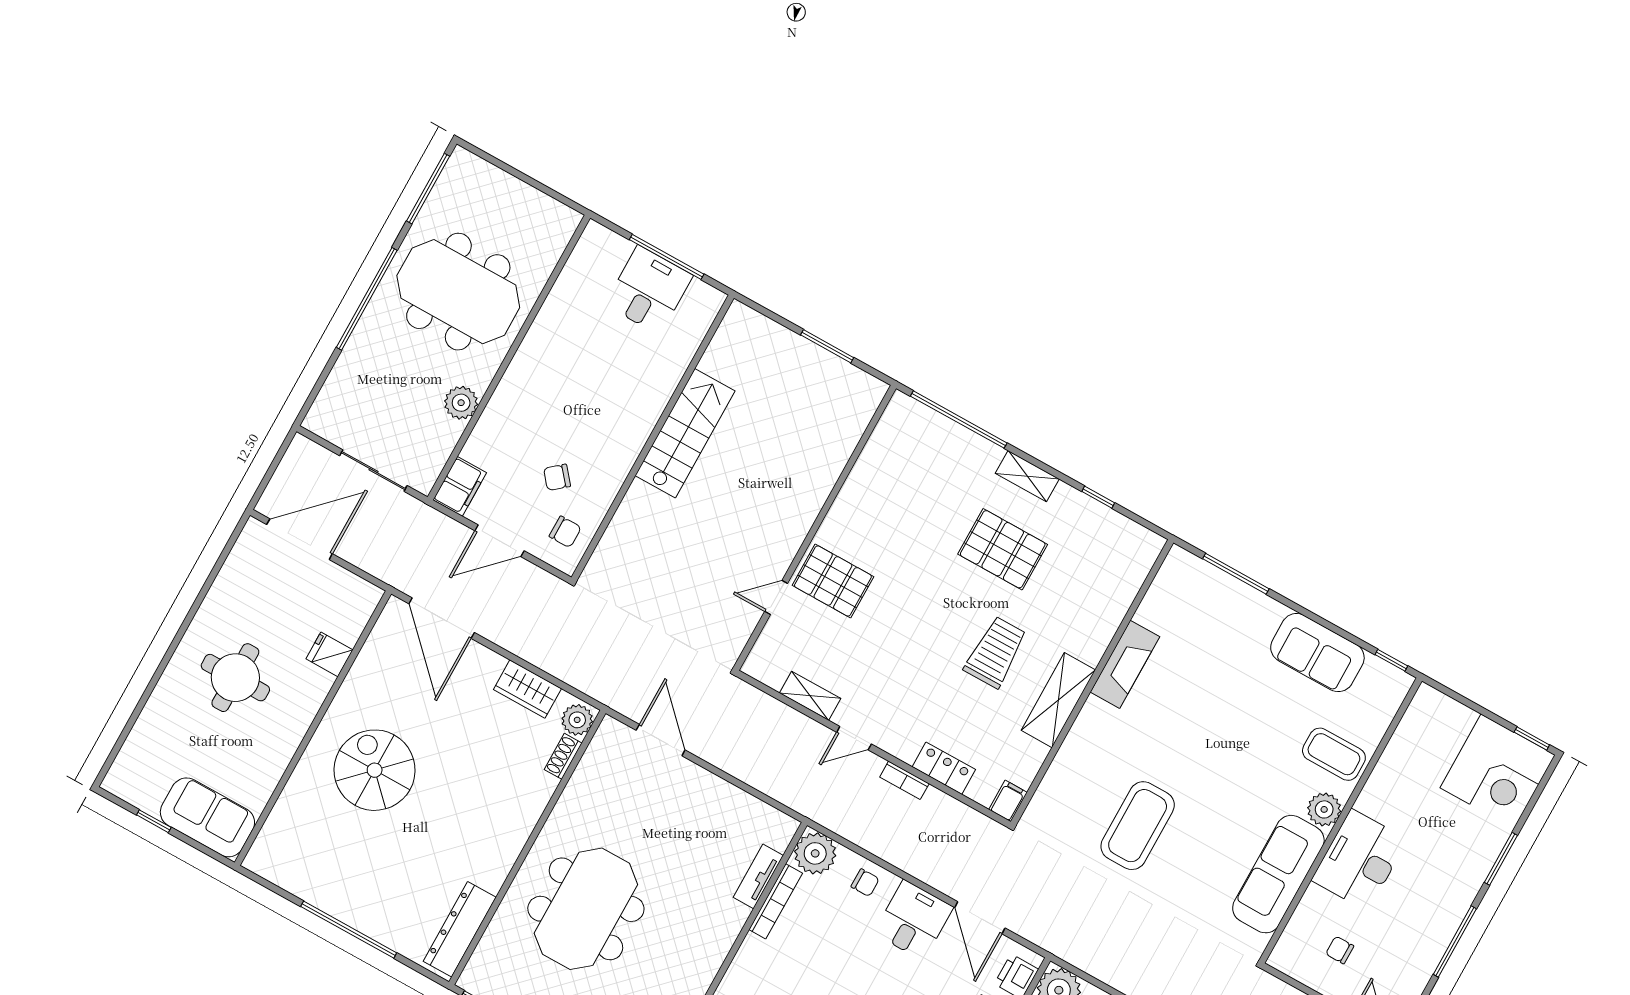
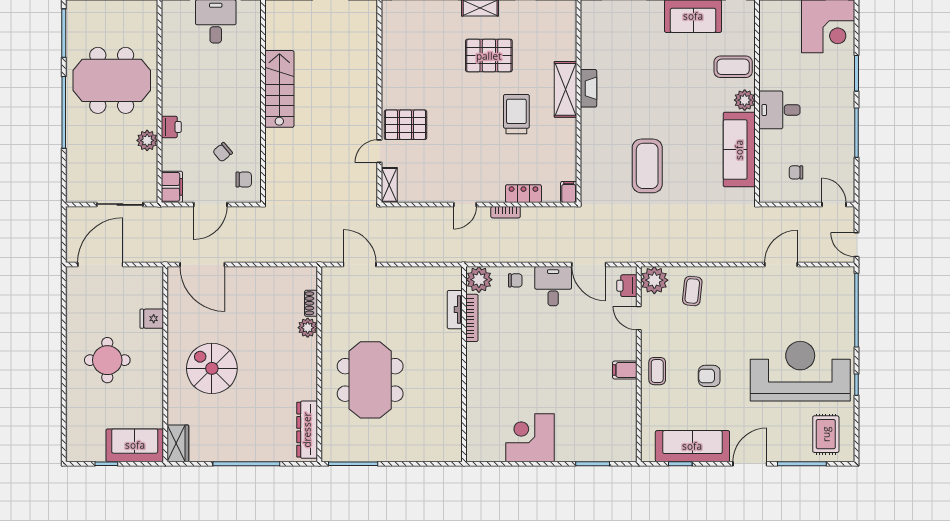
printer: (505, 403) -> (171, 127), added
fireplace: (1125, 664) -> (588, 88), width x0.73, depth x0.76
wardrobe: (527, 689) -> (178, 443), moved, turned -90
shelving: (810, 696) -> (389, 185), moved, turned 90
shelving: (1058, 700) -> (565, 89), moved
plant: (577, 720) -> (308, 328), moved
desk: (1359, 860) -> (779, 110), width x0.73

